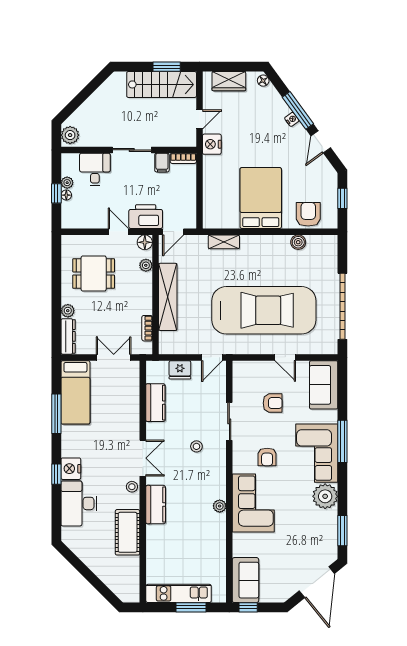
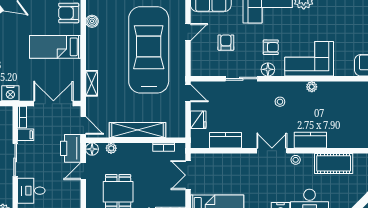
double door: (199, 196) -> (53, 104), added
bed: (261, 198) -> (55, 47), width x0.67
stool: (196, 446) -> (280, 102), moved
floor lamp: (240, 453) -> (268, 69), added

